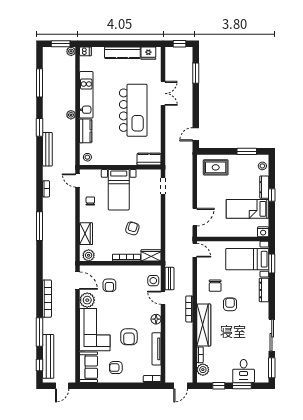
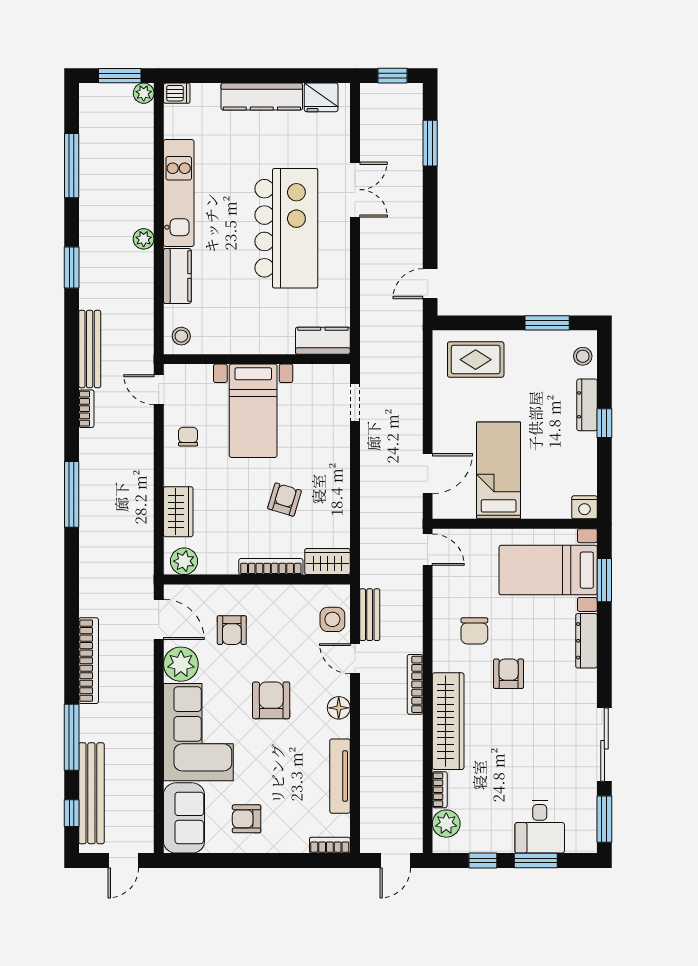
bench: (47, 149) -> (90, 349), moved
bed: (247, 209) -> (499, 470), moved, turned 90
armchair: (129, 337) -> (271, 700), moved, turned 180

